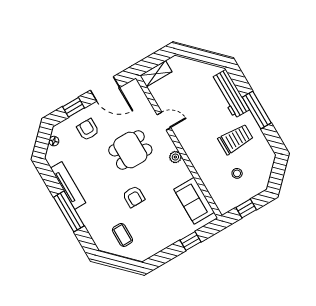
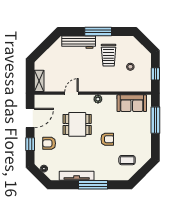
trolley: (236, 139) -> (109, 55), turned 180
dining table: (130, 150) -> (77, 124), turned 90
window: (190, 241) -> (155, 120), width x2.17

